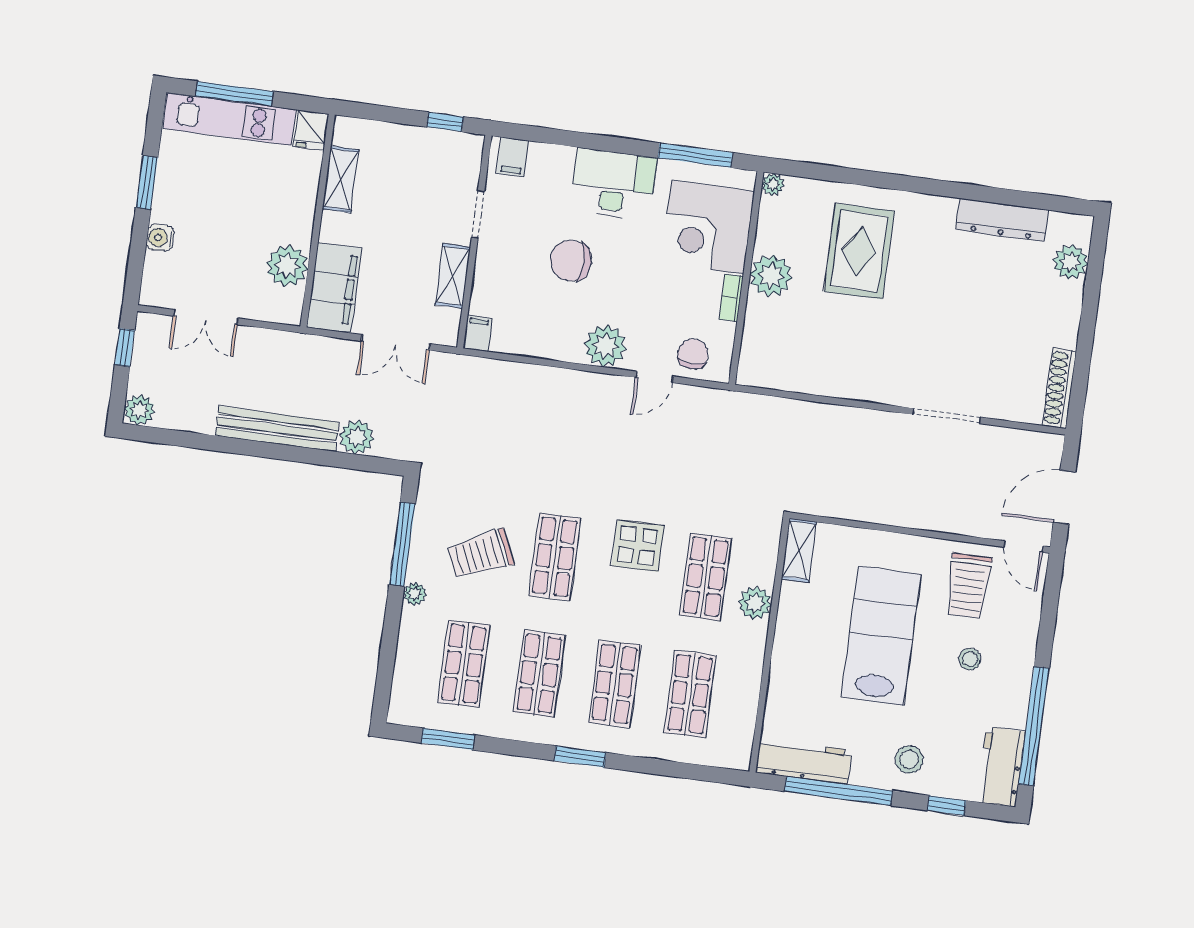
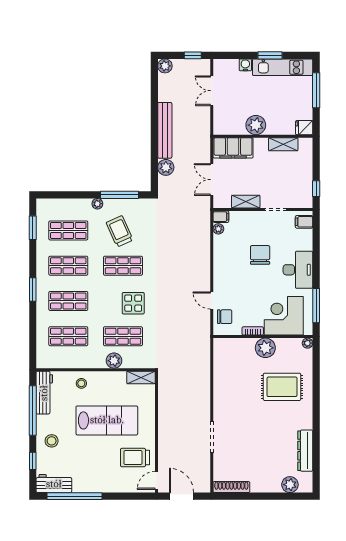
kitchen unit: (229, 119) -> (283, 67), moved, turned -90
plant: (287, 266) -> (256, 125), moved
plant: (605, 346) -> (218, 229), moved, width x0.53, depth x0.53
stool: (970, 659) -> (81, 383), moved

